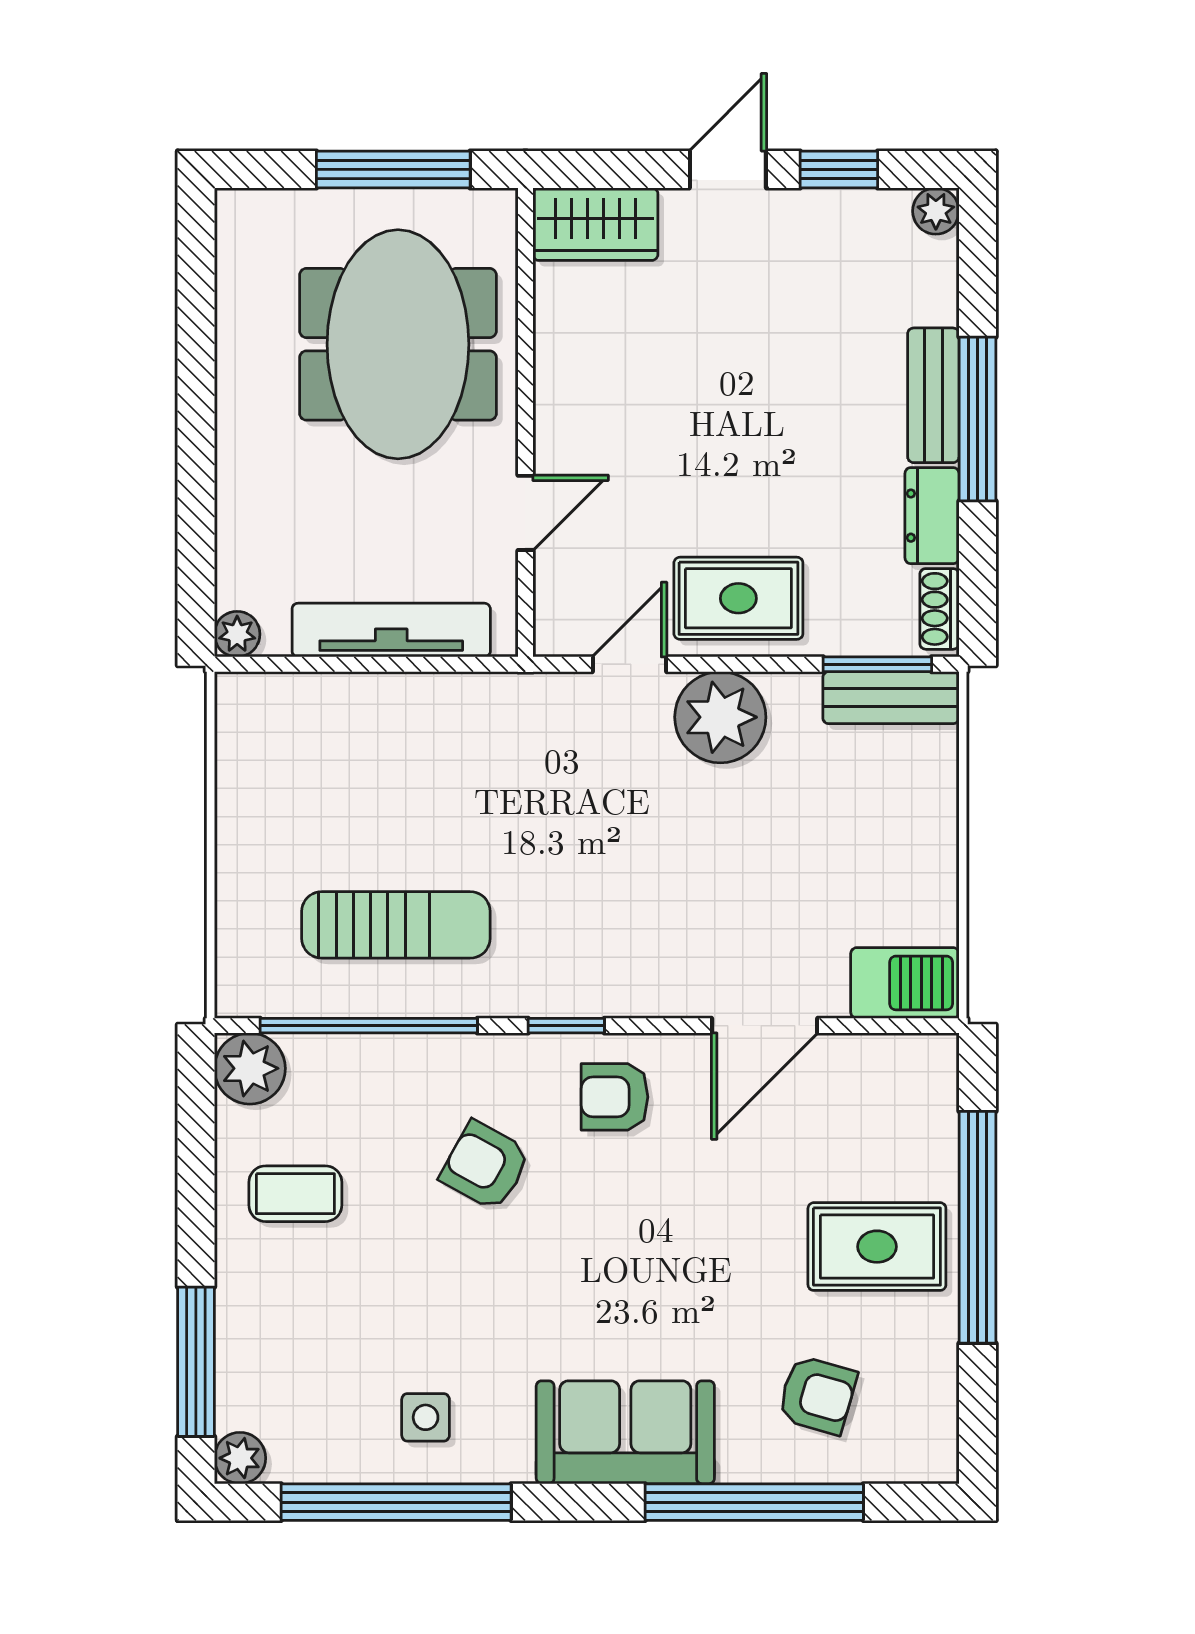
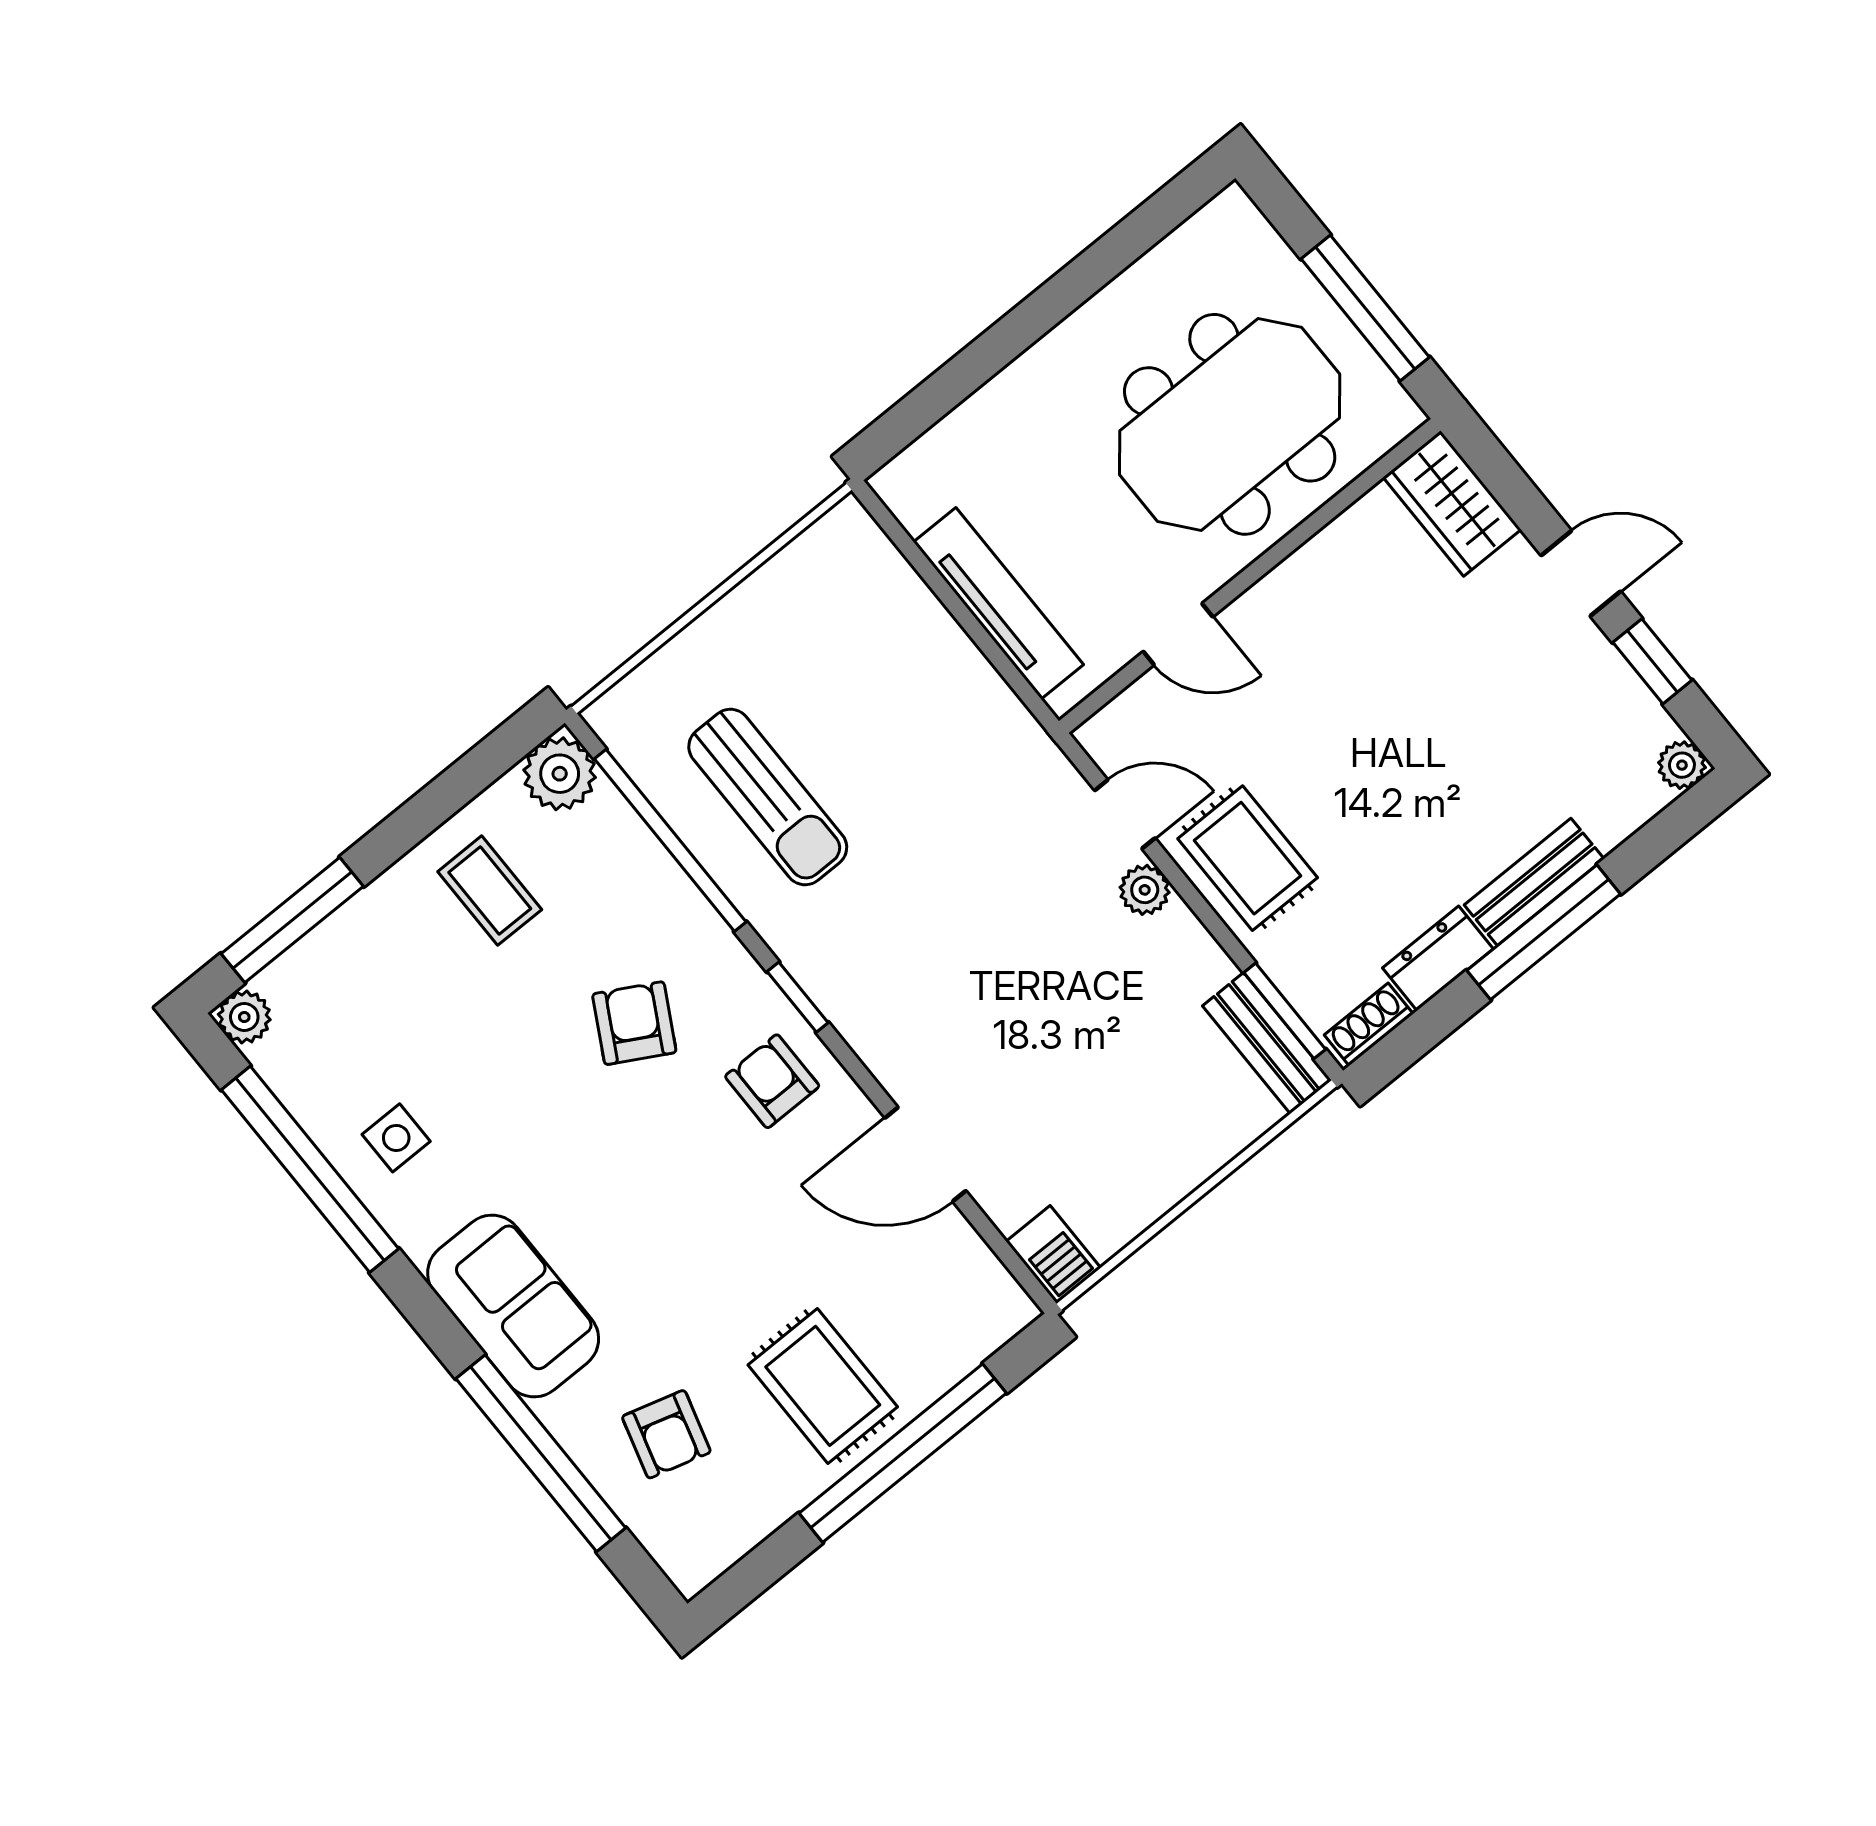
plant: (237, 634) -> (896, 484), removed
plant: (720, 717) -> (1145, 890), width x0.53, depth x0.53
barbecue: (905, 983) -> (1053, 1255), width x0.73, depth x0.79

